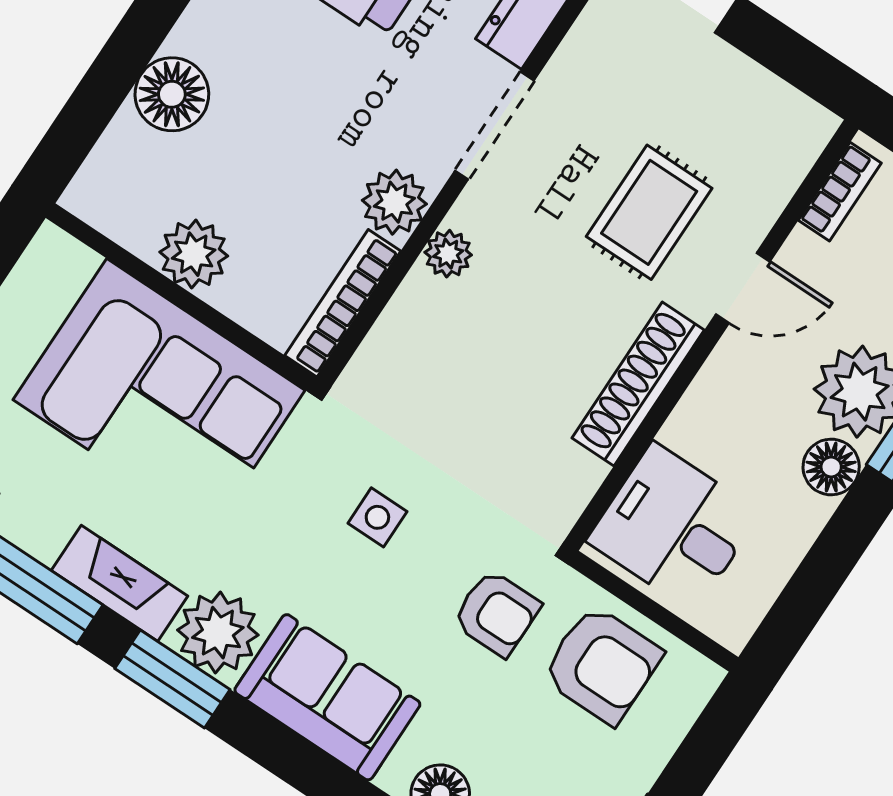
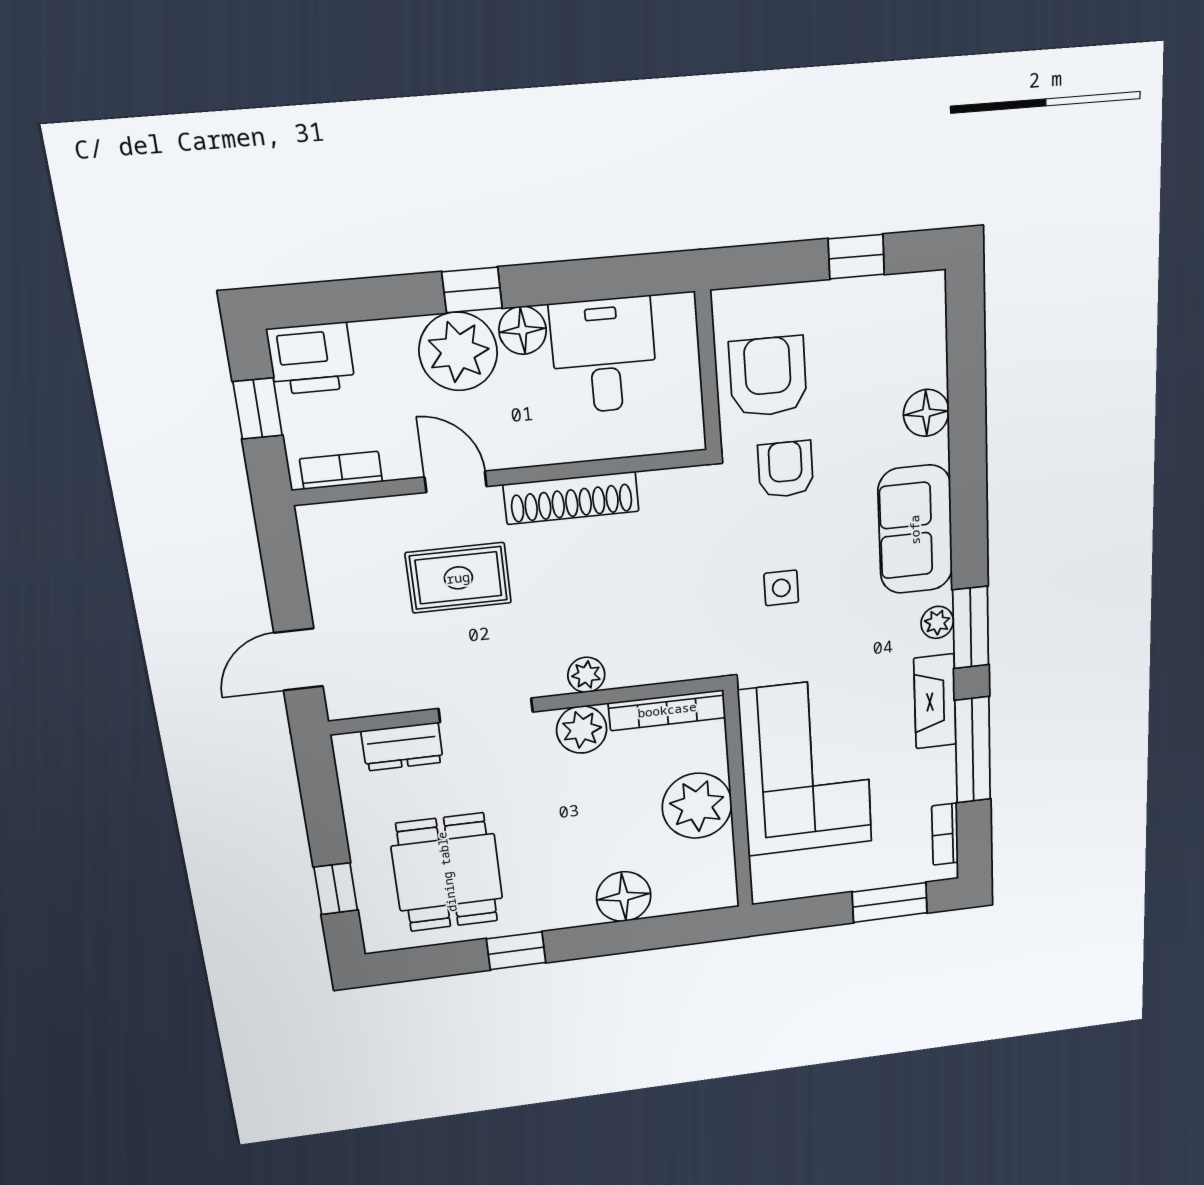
plant: (194, 254) -> (697, 806), width x1.36, depth x1.36
desk: (674, 527) -> (604, 355), moved, turned 180
plant: (218, 633) -> (937, 622), width x0.53, depth x0.53

